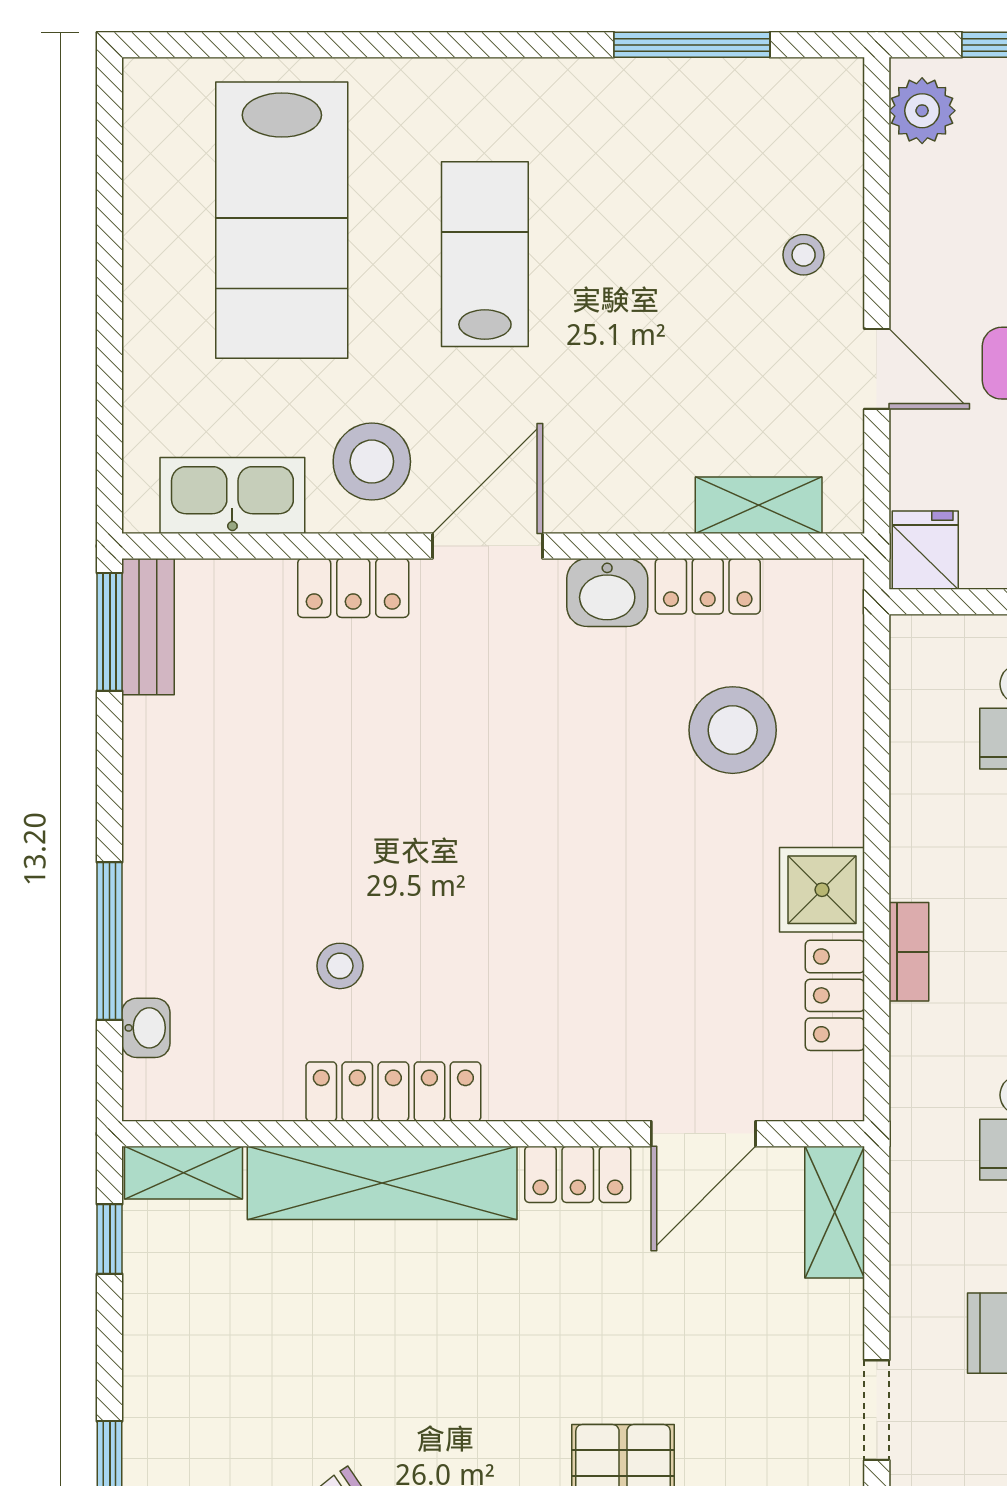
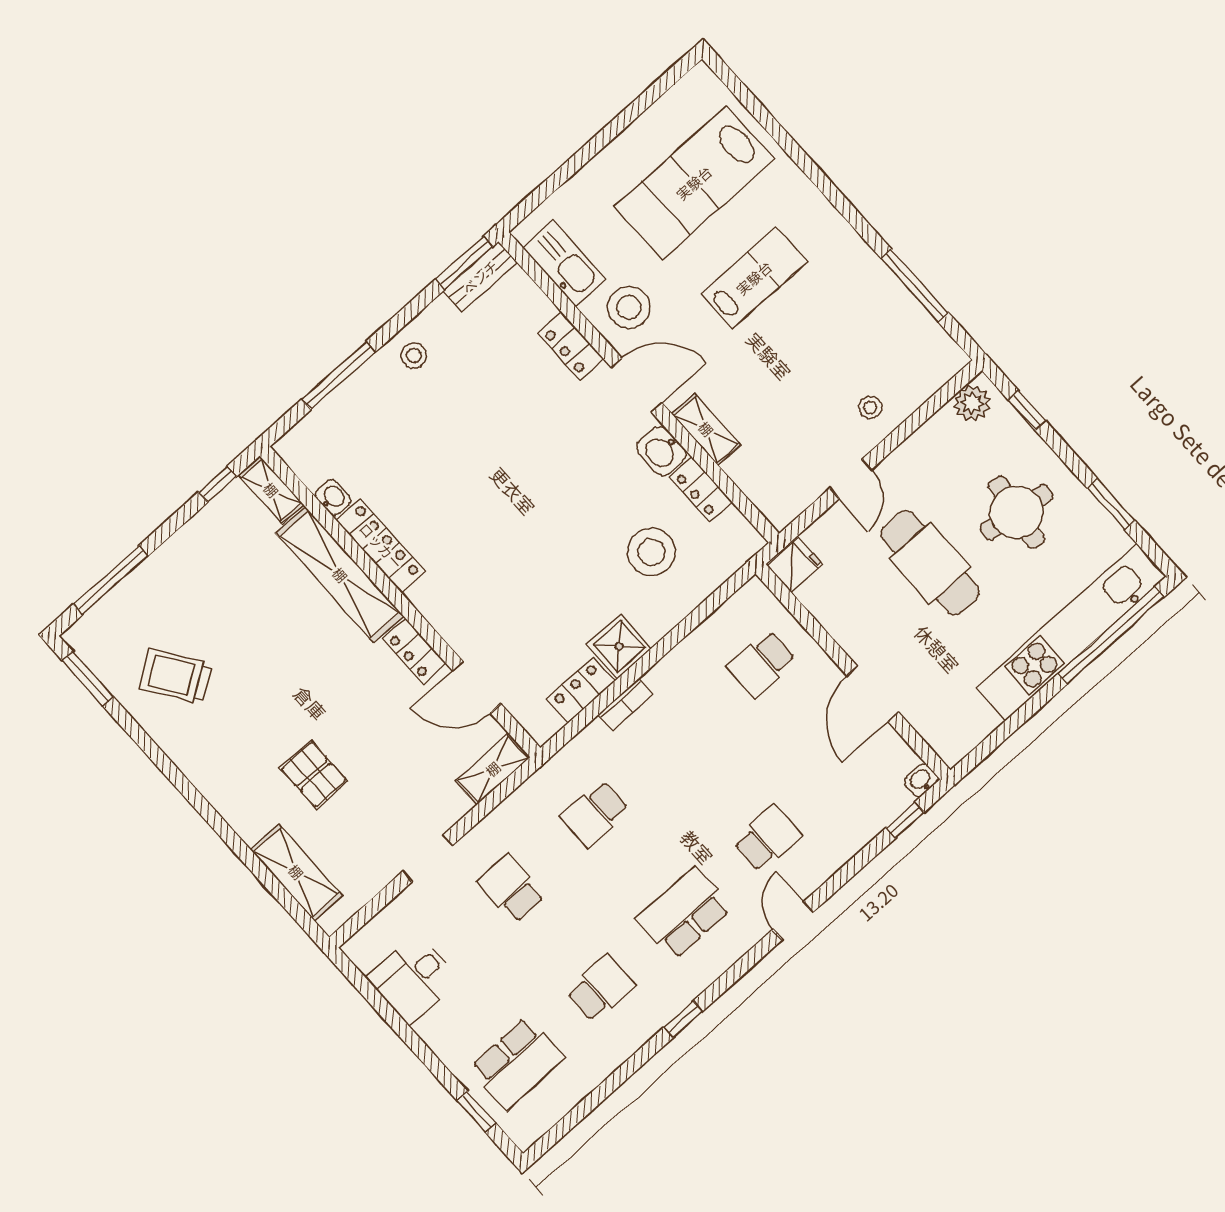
shelving: (759, 505) -> (706, 429), moved
stool: (340, 966) -> (414, 355), moved
washbasin: (146, 1028) -> (333, 497), moved, turned -90

